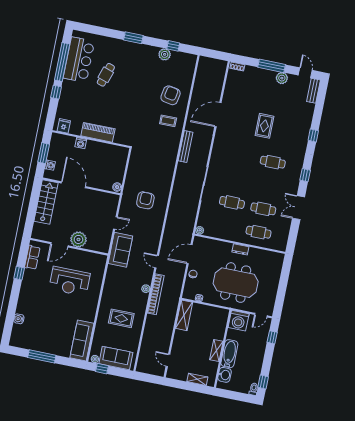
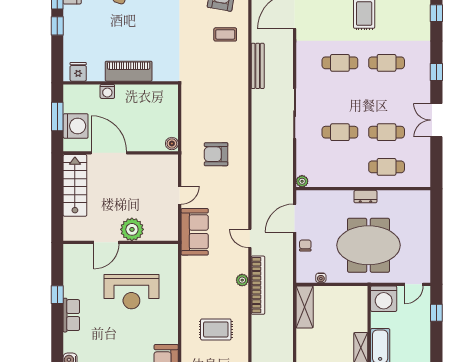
cafe table: (241, 156) -> (340, 63), added
washing machine: (50, 165) -> (76, 126), width x1.89, depth x1.89
armchair: (145, 200) -> (216, 154), turned -90
row of seats: (32, 257) -> (71, 315), moved

